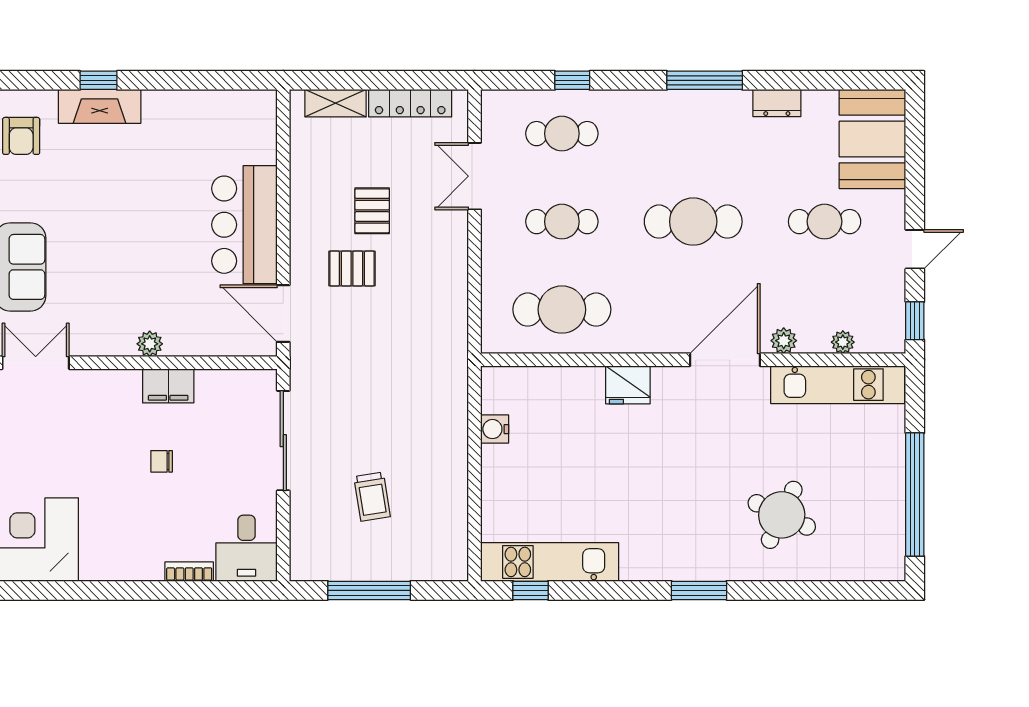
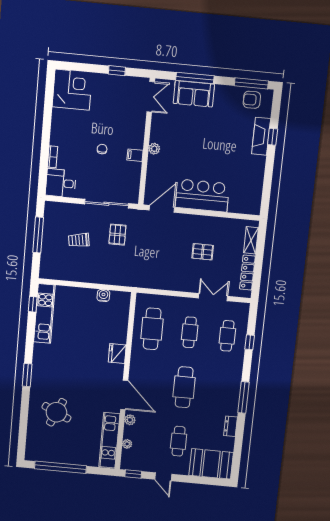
pallet: (352, 268) -> (117, 235), moved
filing cabinet: (168, 386) -> (135, 155), width x0.50

